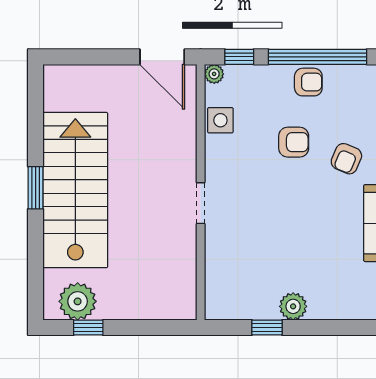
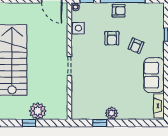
armchair: (294, 142) -> (112, 38), turned 90
plant: (78, 301) -> (38, 111), moved
window: (88, 328) -> (29, 123), moved

